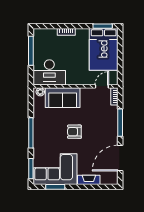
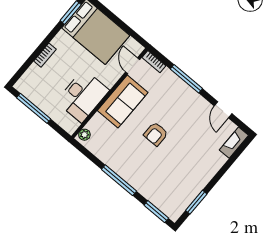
desk: (49, 72) -> (83, 96), moved
sofa: (63, 98) -> (123, 101), moved
door: (120, 158) -> (223, 110), width x0.53
corner sofa: (55, 169) -> (178, 187), removed
fireplace: (89, 180) -> (234, 143), moved

